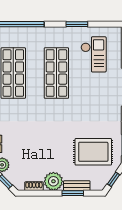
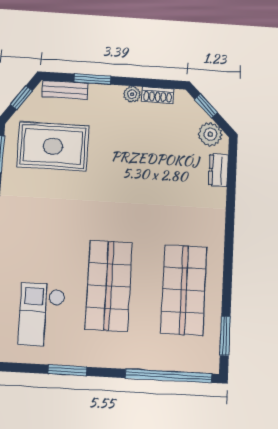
plant: (53, 181) -> (132, 94), width x0.53, depth x0.53
bench: (77, 186) -> (65, 90), moved

